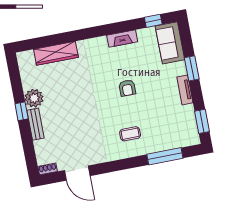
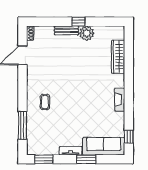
fireplace: (122, 39) -> (120, 100), moved
sofa: (170, 43) -> (104, 146), width x1.36
armchair: (127, 88) -> (81, 107), removed

